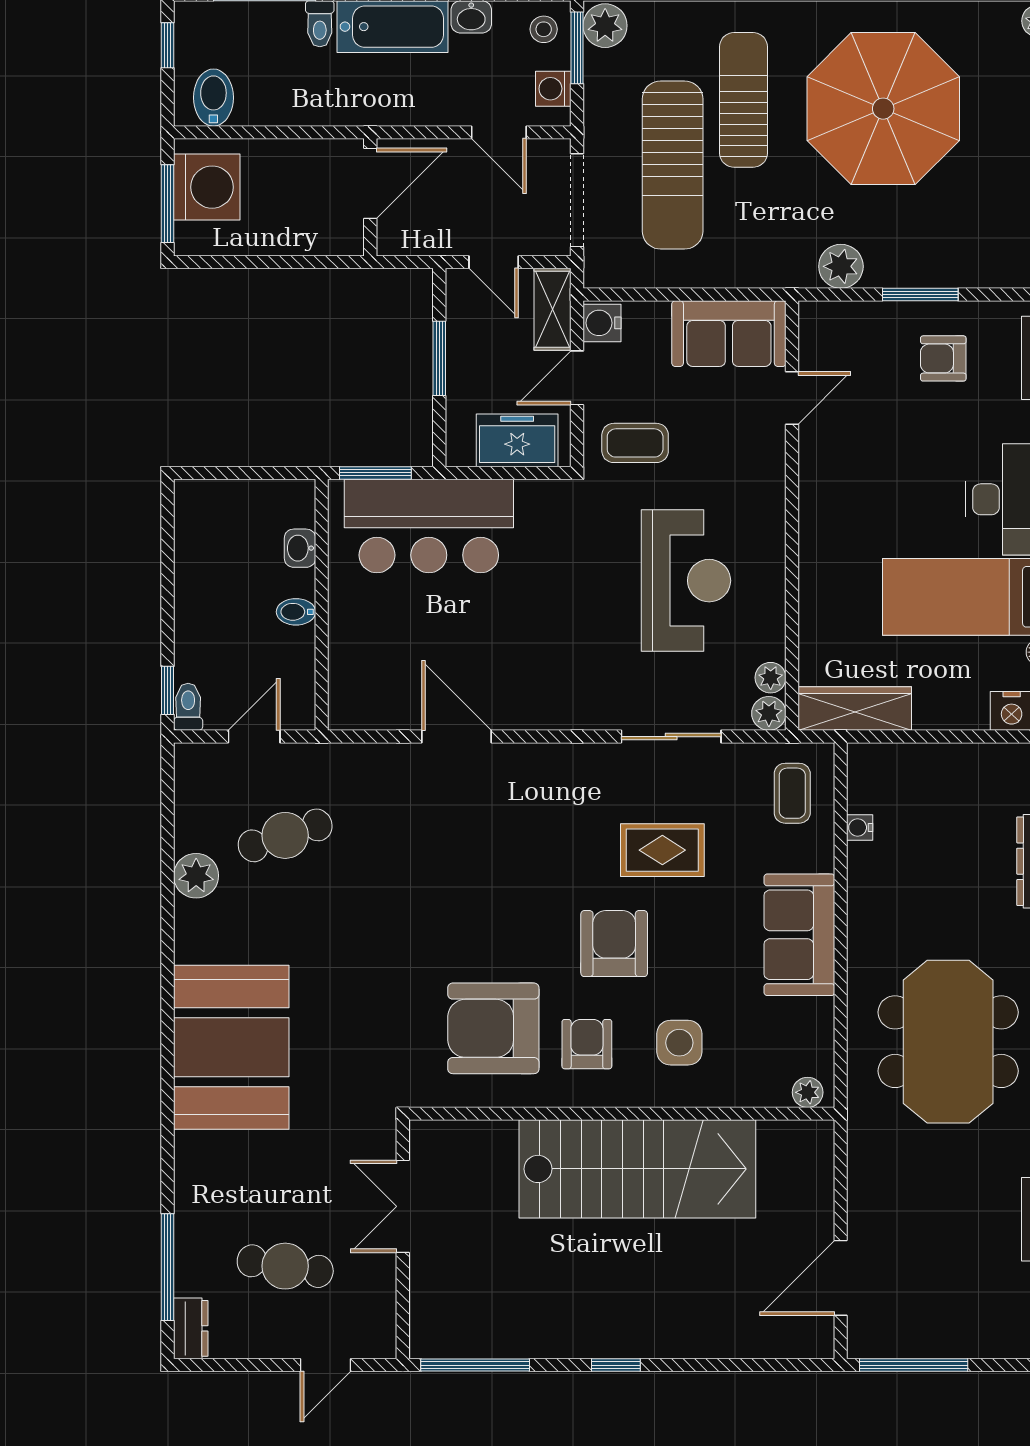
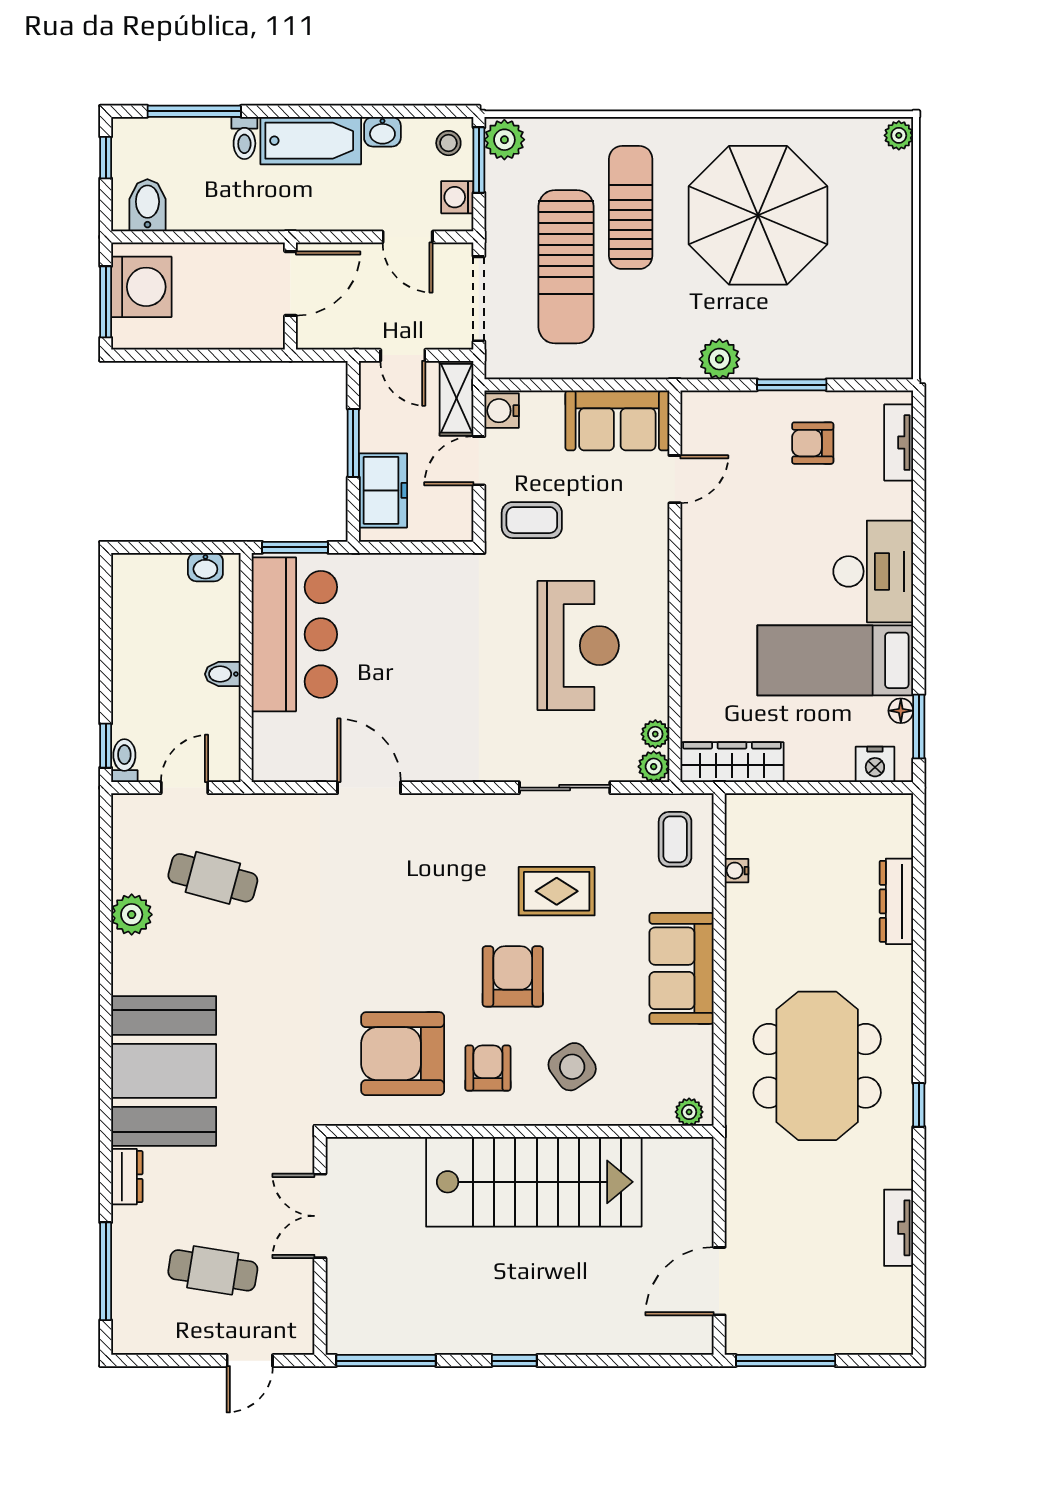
freezer: (517, 440) -> (383, 490), moved, turned 90
bar counter: (429, 526) -> (294, 634), moved, turned -90
washbasin: (300, 548) -> (205, 567), moved, turned -90
cafe table: (285, 835) -> (213, 878), turned 33
side table: (679, 1043) -> (572, 1067), turned -35
dresser: (191, 1328) -> (127, 1177), moved

